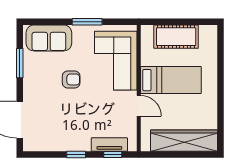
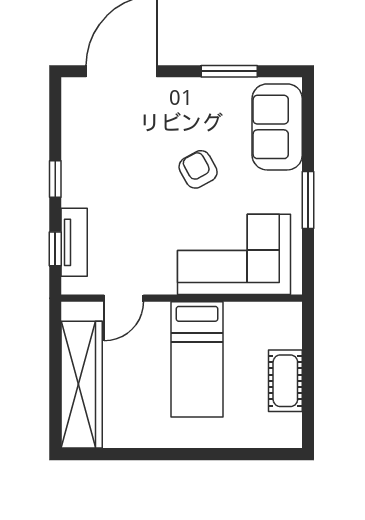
cot: (176, 37) -> (285, 381), width x0.73, depth x0.75
armchair: (71, 79) -> (198, 169), turned 151
door: (139, 106) -> (124, 298), moved

